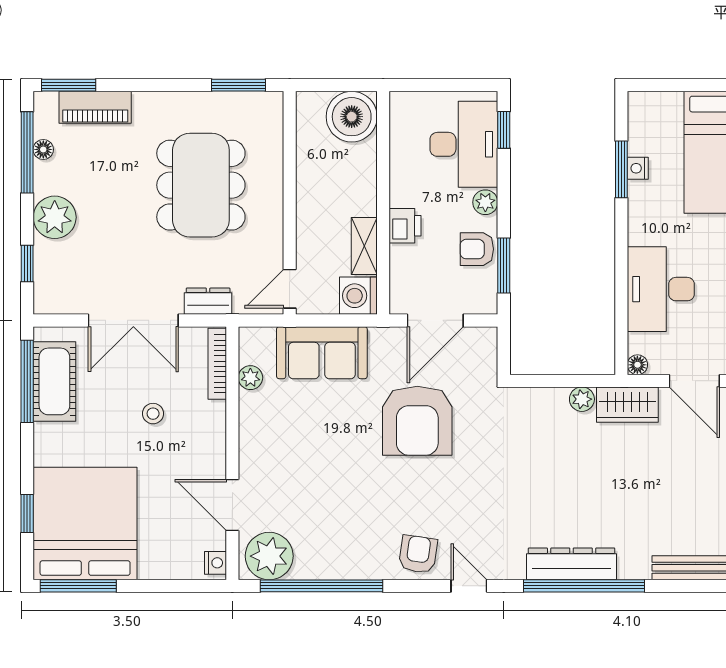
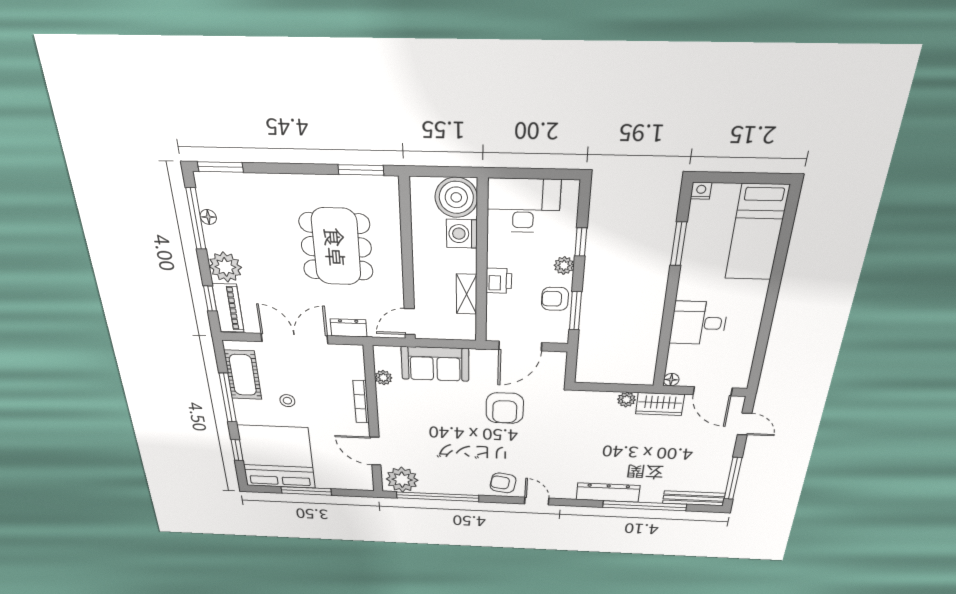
piano: (95, 107) -> (228, 308), moved, turned -90
window: (504, 130) -> (581, 242), moved
desk: (464, 144) -> (523, 206), moved, turned -90
nightstand: (638, 168) -> (701, 191), moved, turned 90
desk: (661, 289) -> (698, 323), width x0.73
washing machine: (358, 296) -> (462, 234), moved
double door: (133, 320) -> (294, 339), swing flipped
bookcase: (217, 364) -> (361, 402), moved
window: (27, 381) -> (228, 398), moved
stool: (153, 414) -> (287, 401), moved
armchair: (417, 421) -> (505, 408), width x0.73, depth x0.73
armchair: (418, 554) -> (503, 483), turned -89
nightstand: (215, 563) -> (366, 482), removed
window: (78, 586) -> (306, 491), moved
window: (584, 586) -> (645, 506), moved

